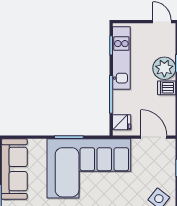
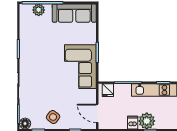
door: (154, 137) -> (97, 113), swing flipped
corner sofa: (89, 168) -> (80, 67), width x0.73, depth x0.74

